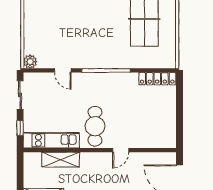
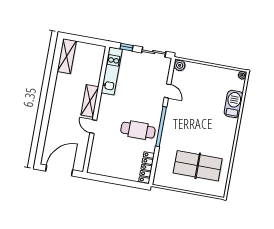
door: (63, 70) -> (168, 91), swing flipped
cafe table: (95, 126) -> (138, 130), moved
shelving: (61, 160) -> (90, 101), moved

